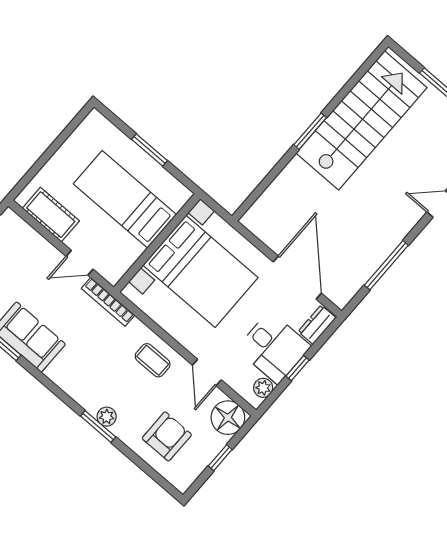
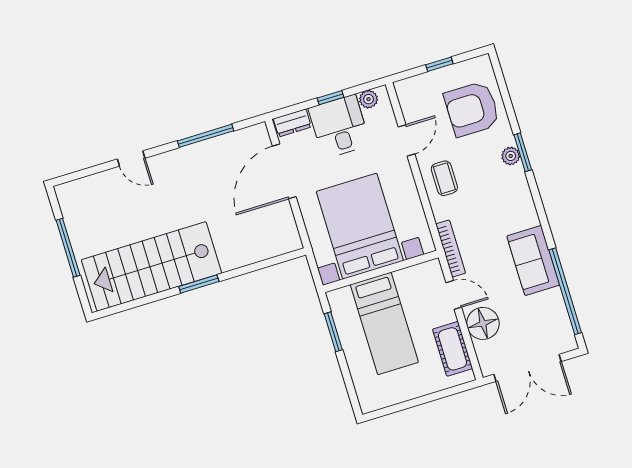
window: (150, 150) -> (333, 332), moved
floor lamp: (228, 418) -> (483, 323), moved
armchair: (167, 436) -> (472, 109), width x1.36, depth x1.36

